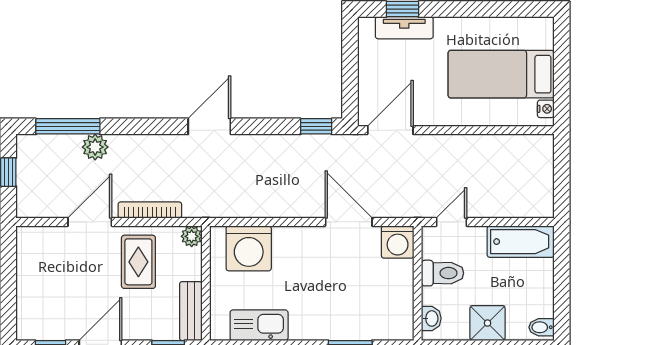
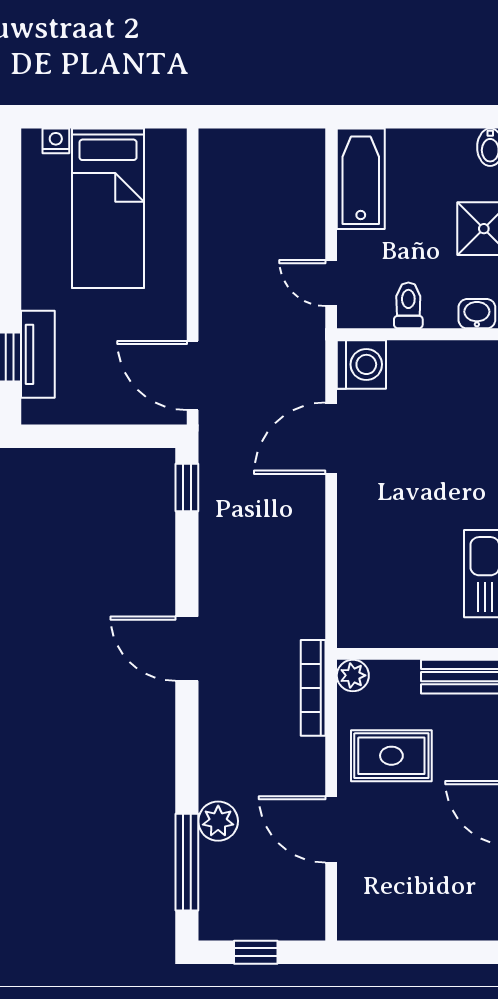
nightstand: (546, 109) -> (56, 141), moved
bookcase: (150, 210) -> (313, 688), moved
washing machine: (249, 248) -> (371, 589), removed
toilet: (443, 273) -> (408, 305), width x0.73, depth x0.72

